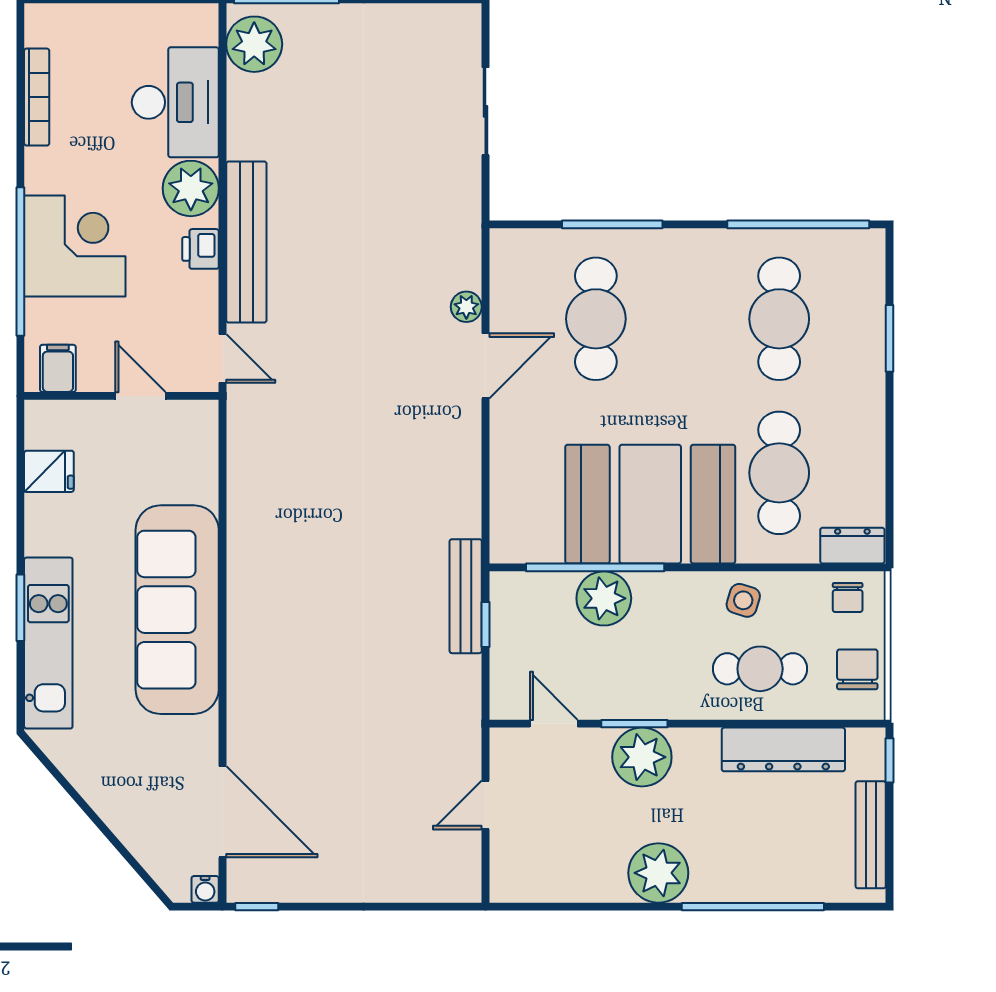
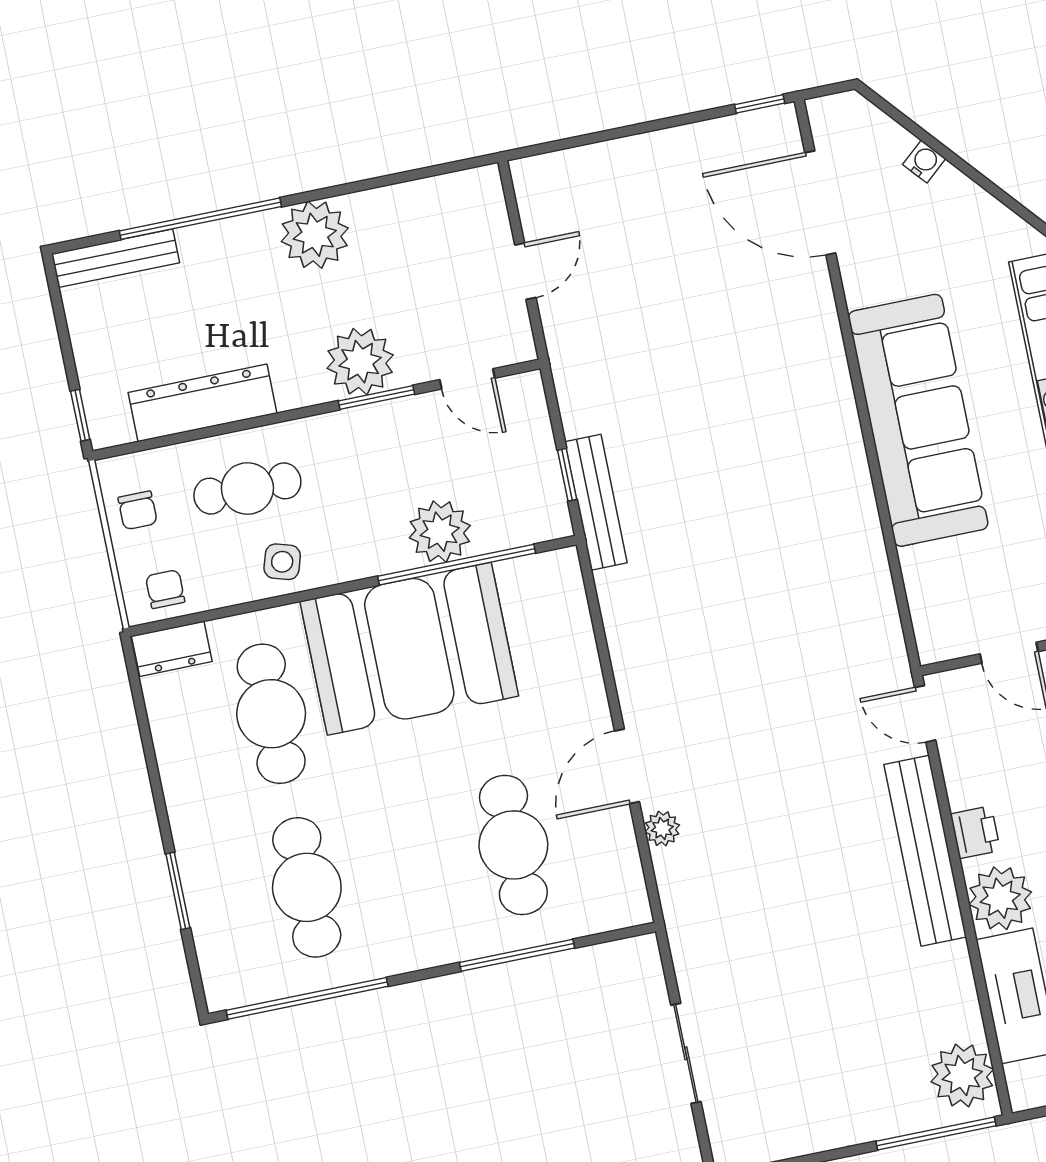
chair: (857, 669) -> (138, 510), width x0.73, depth x0.73
bench: (871, 835) -> (116, 258), moved, turned 90
water cooler: (205, 889) -> (924, 162), moved, turned 49

